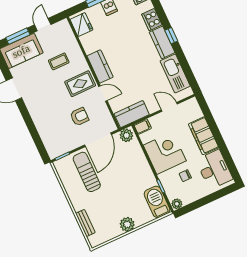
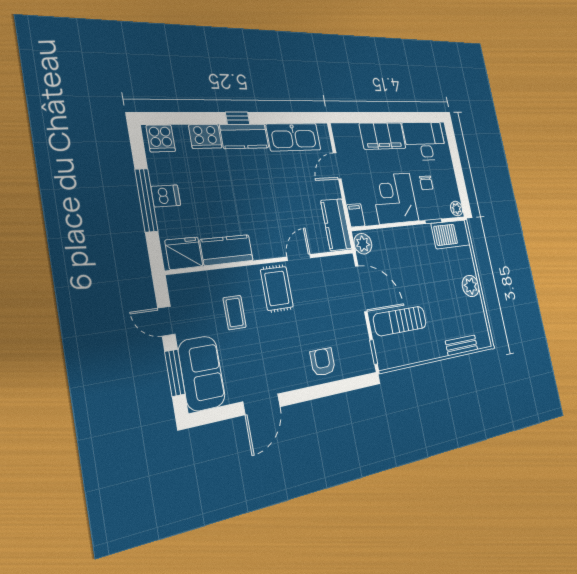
kitchen counter: (100, 66) -> (227, 250), moved
armchair: (79, 117) -> (323, 362), moved

